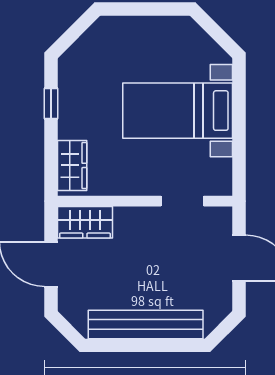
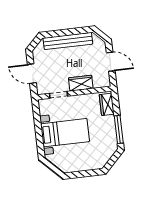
window: (51, 103) -> (119, 129), width x2.17
wardrobe: (85, 222) -> (81, 83), moved

